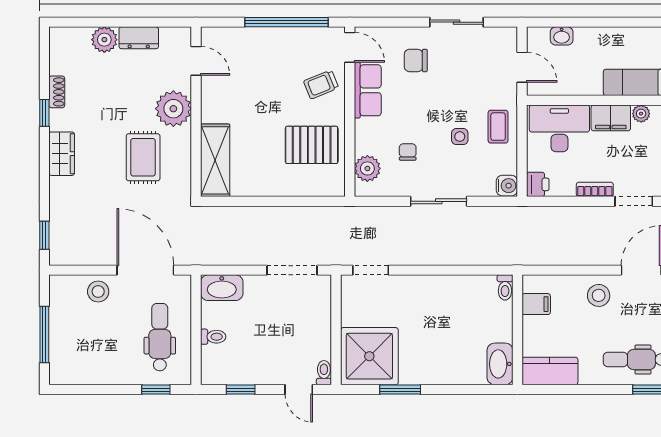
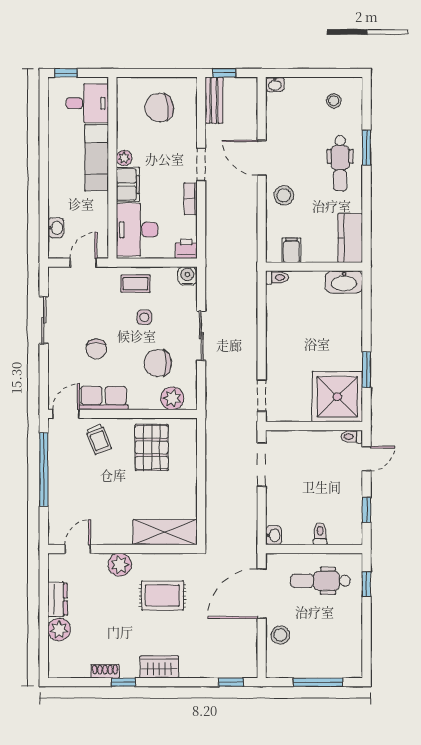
chair: (416, 60) -> (96, 349), moved
plant: (173, 109) -> (120, 565), width x0.73, depth x0.73
chair: (408, 152) -> (158, 363), width x1.87, depth x1.87
washbasin: (222, 288) -> (274, 535), width x0.52, depth x0.69

